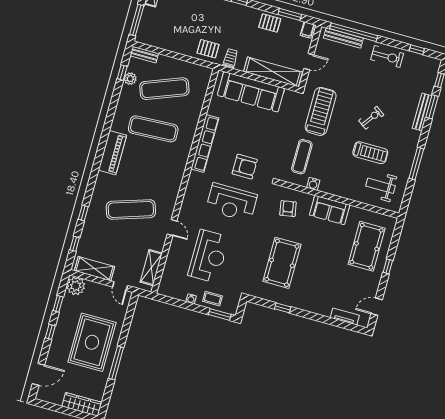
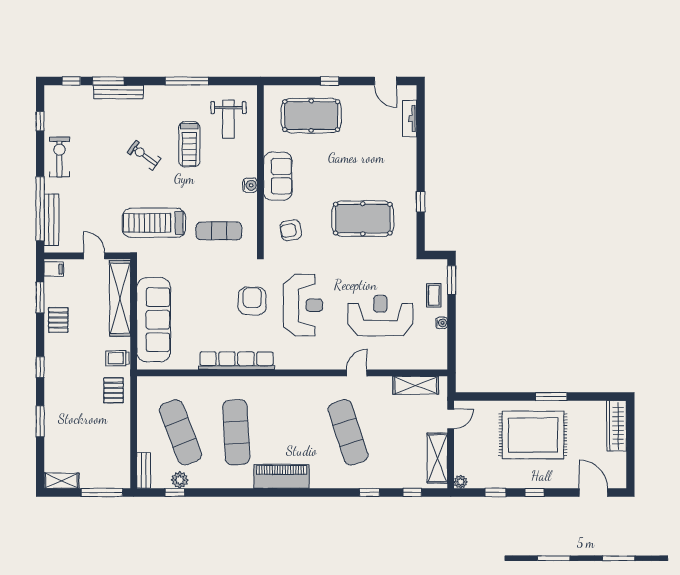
treadmill: (370, 153) -> (189, 144), turned 180
water cooler: (313, 184) -> (250, 185), moved
plant: (76, 286) -> (461, 482), width x0.53, depth x0.53
window: (116, 363) -> (551, 397), width x0.69

